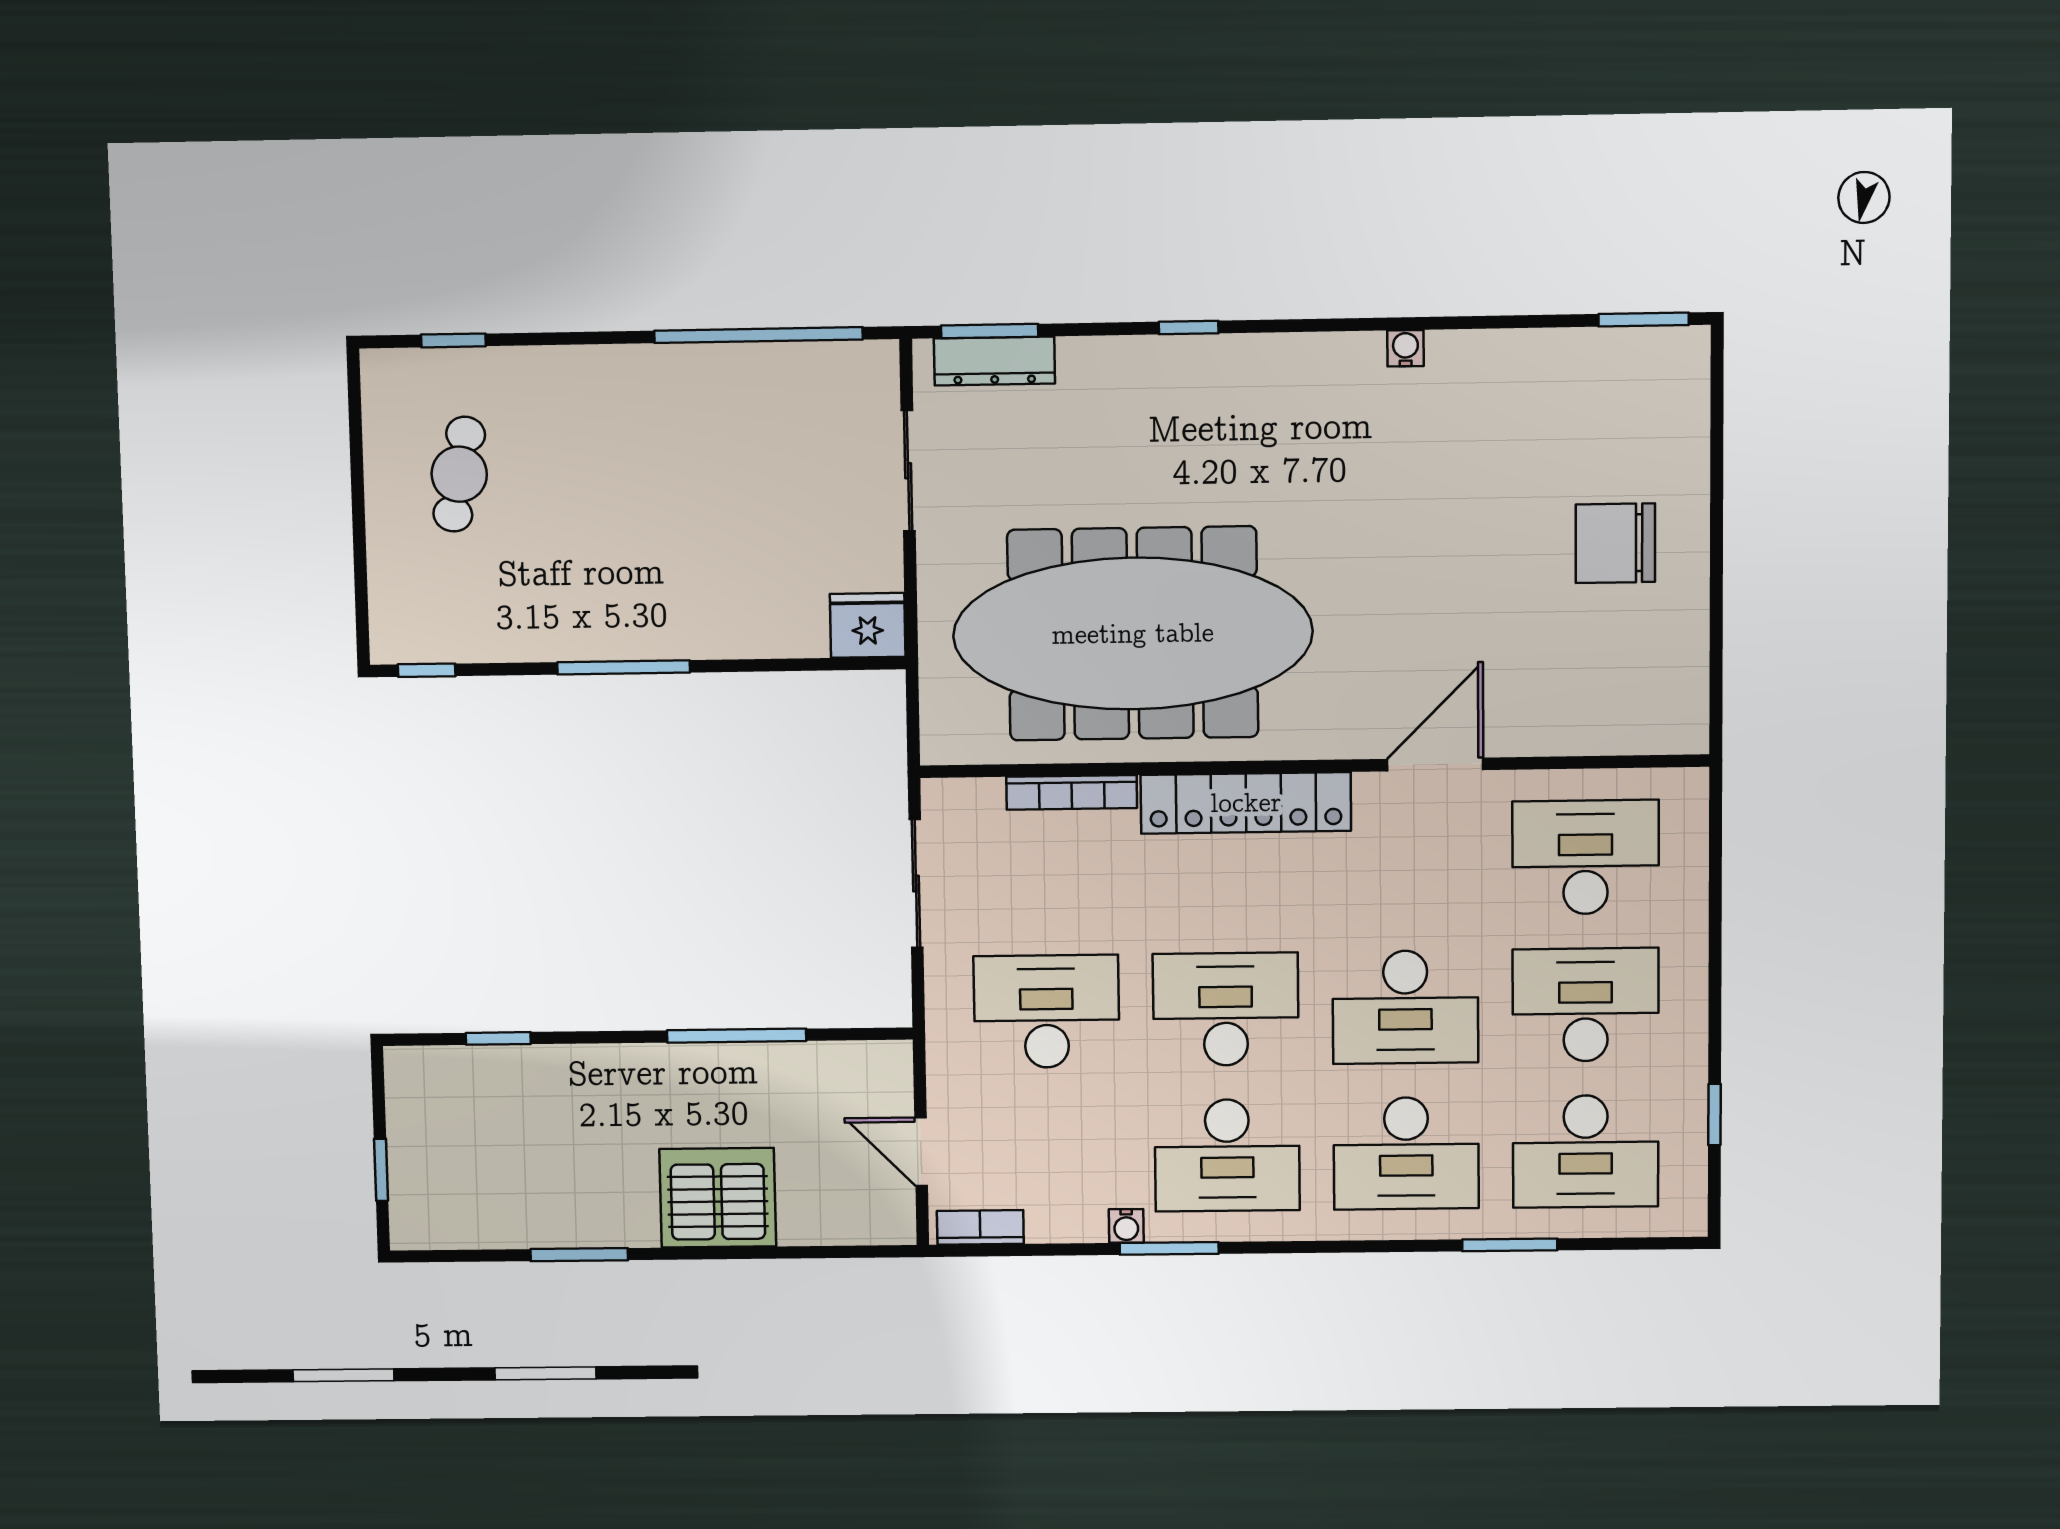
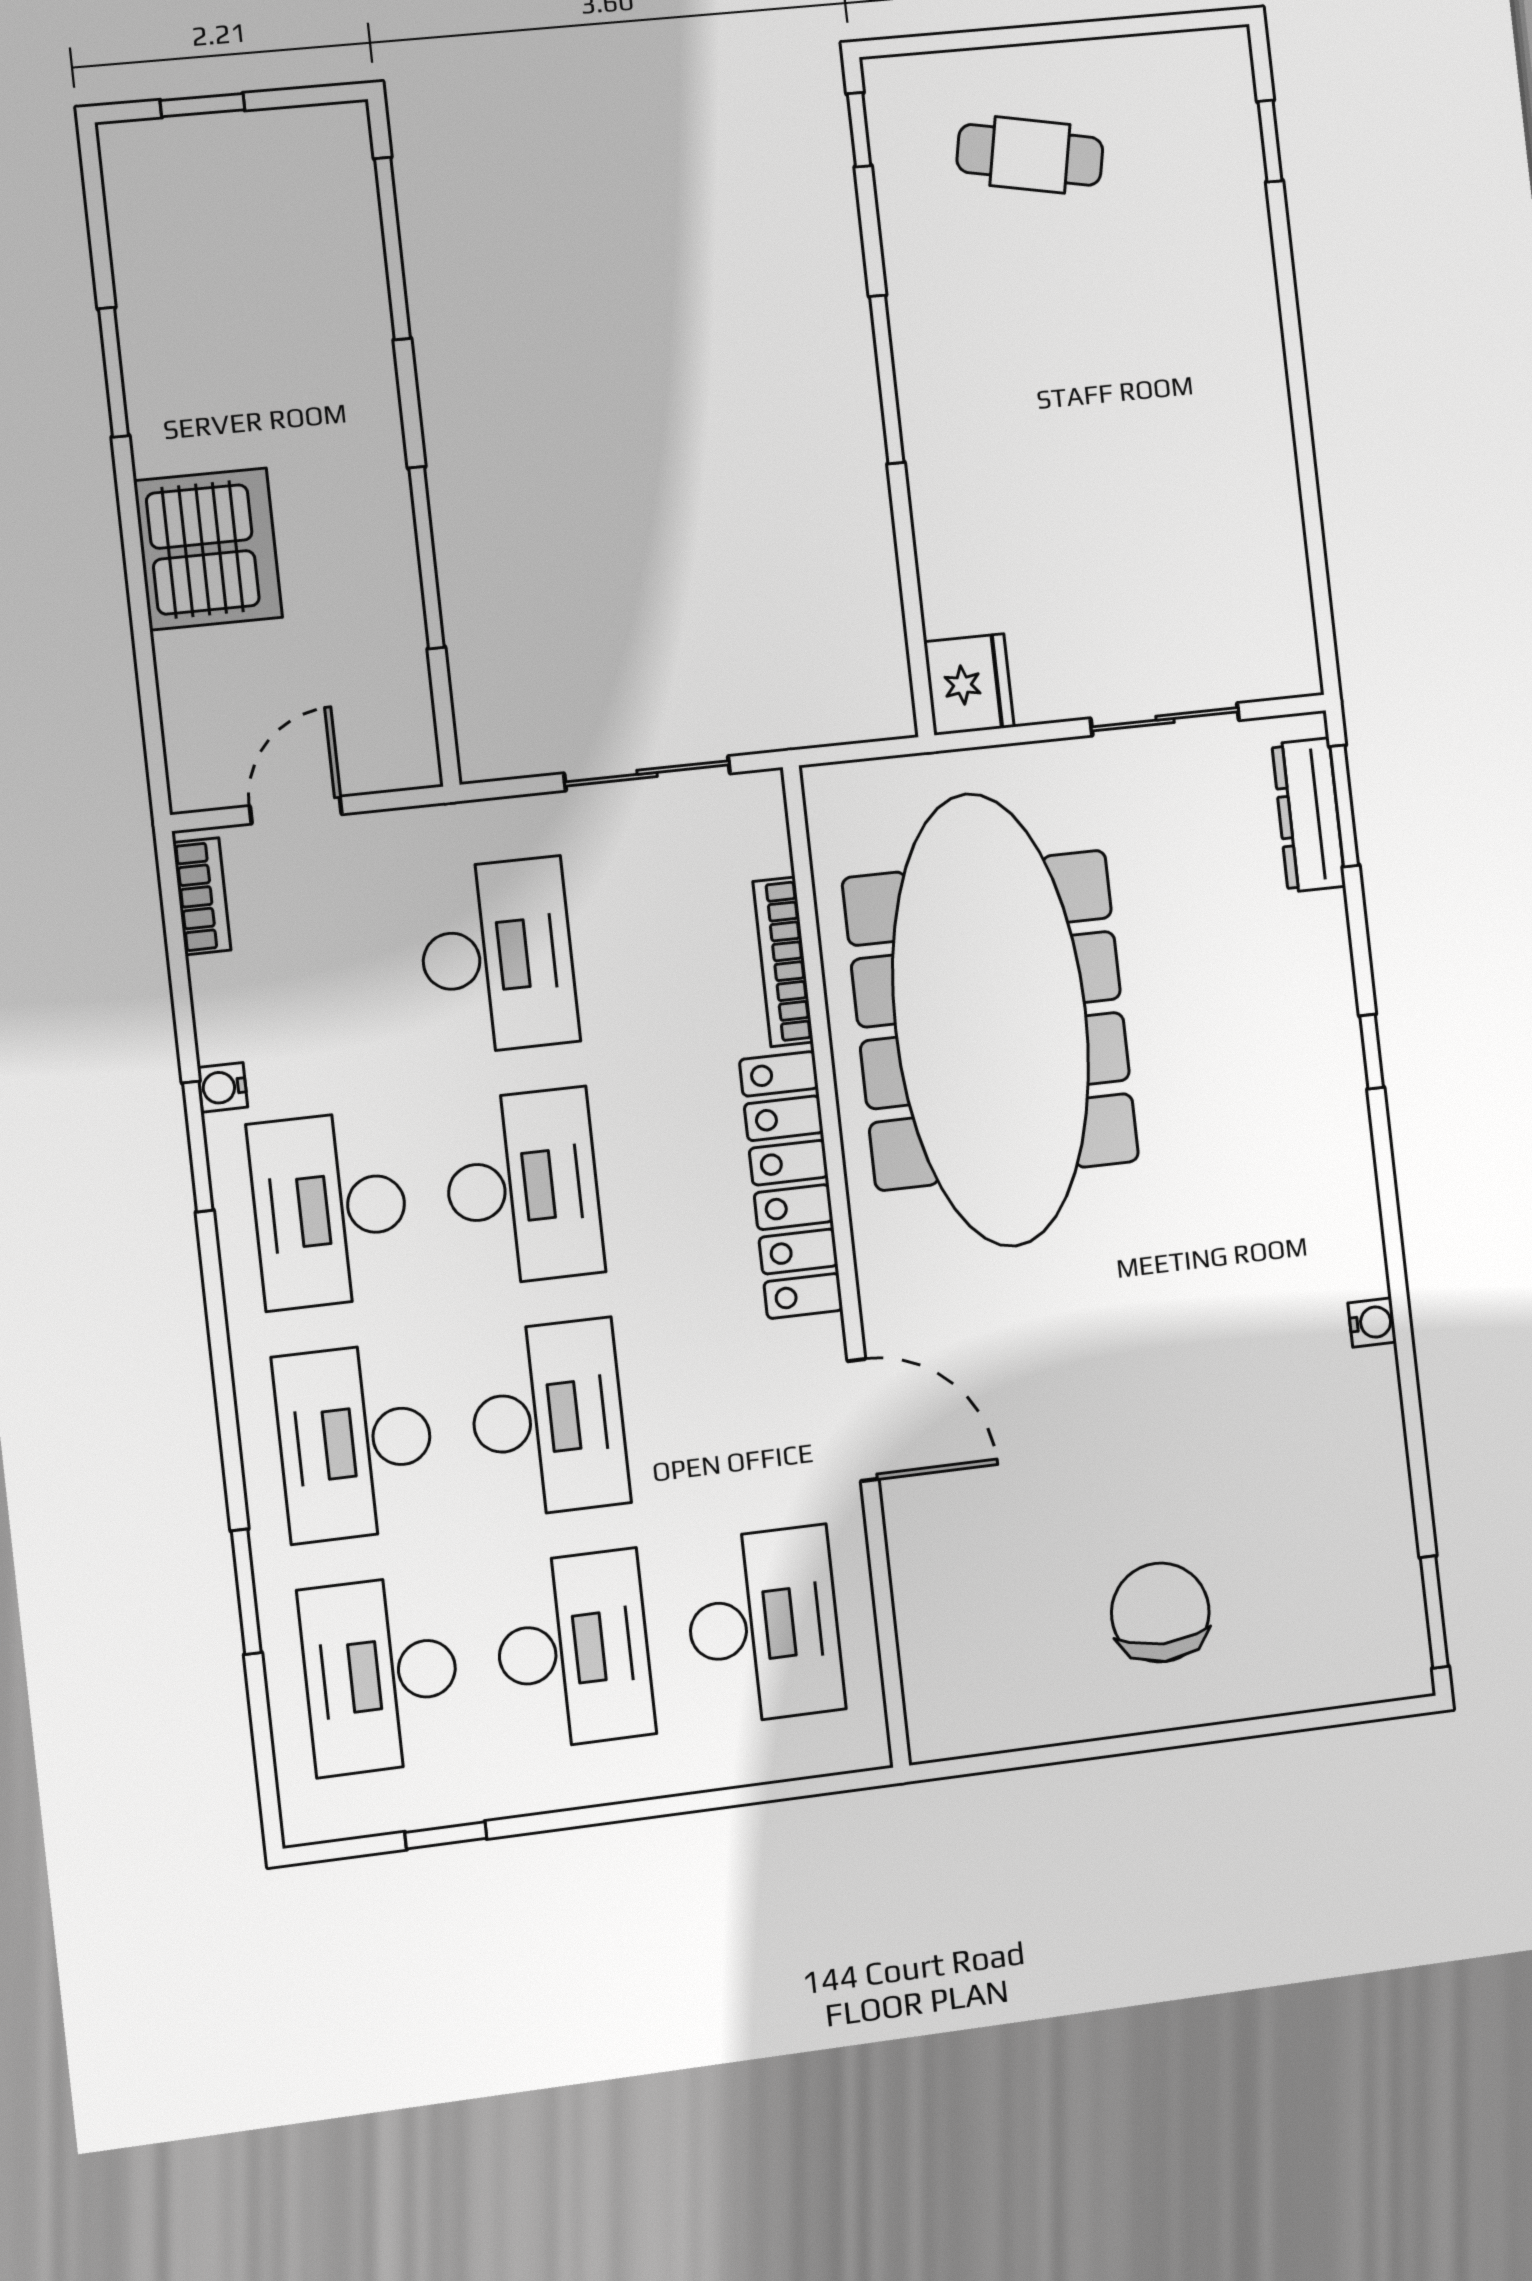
window: (758, 335) -> (1312, 520), removed
cafe table: (459, 474) -> (1030, 155), moved
desk: (1405, 1007) -> (548, 1418), turned 180
window: (498, 1038) -> (393, 249), width x2.17

